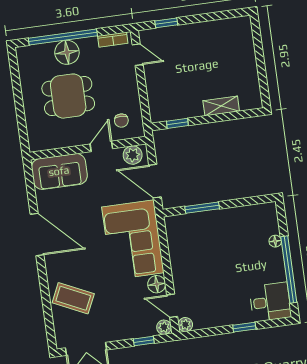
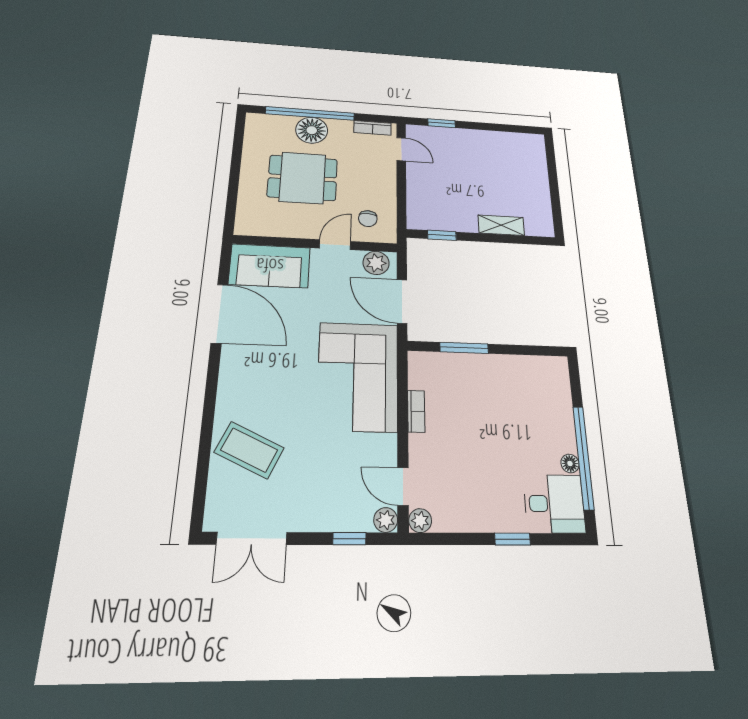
door: (37, 234) -> (219, 313), moved
floor lamp: (275, 241) -> (570, 464), moved
bookcase: (175, 257) -> (416, 411), added
floor lamp: (157, 284) -> (384, 448), removed

